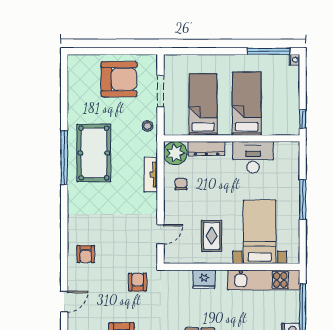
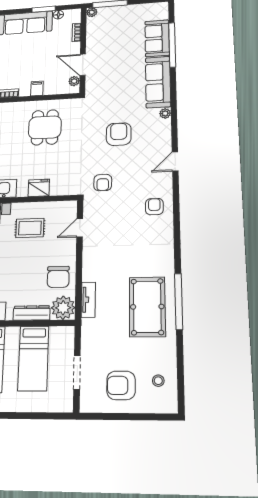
armchair: (119, 79) -> (121, 385), width x0.73, depth x0.73
stool: (147, 126) -> (158, 381), moved
tv unit: (151, 175) -> (88, 300), moved
chair: (181, 184) -> (58, 277), width x1.87, depth x1.87
rug: (212, 236) -> (30, 228), turned 90

